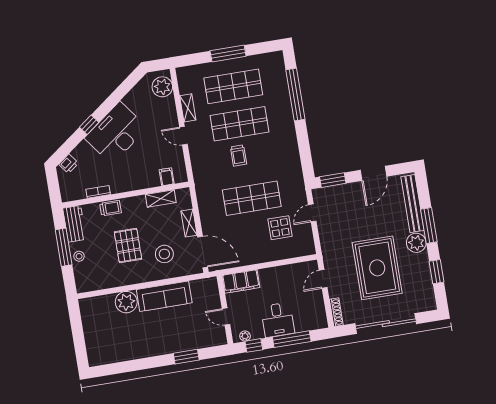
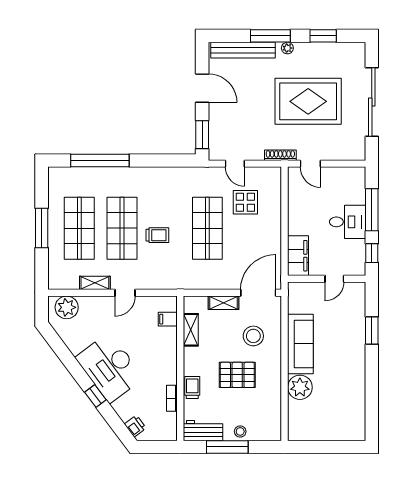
plant: (416, 243) -> (287, 48), width x0.53, depth x0.53
shoe rack: (336, 312) -> (280, 155), moved
plant: (245, 336) -> (360, 261), removed

